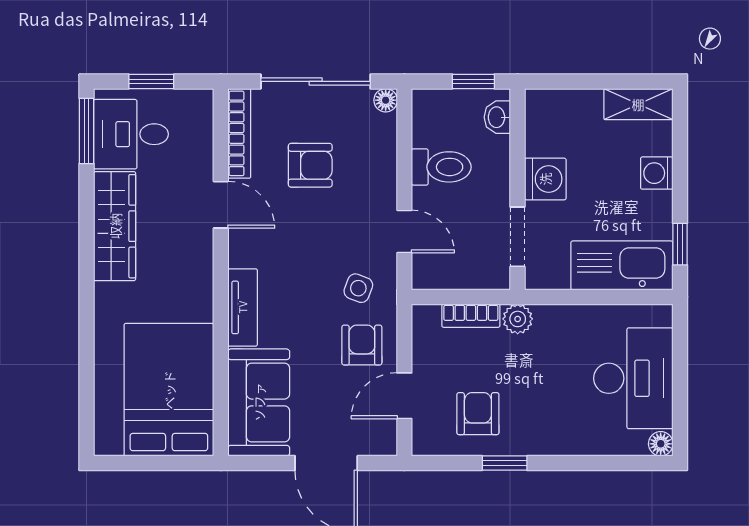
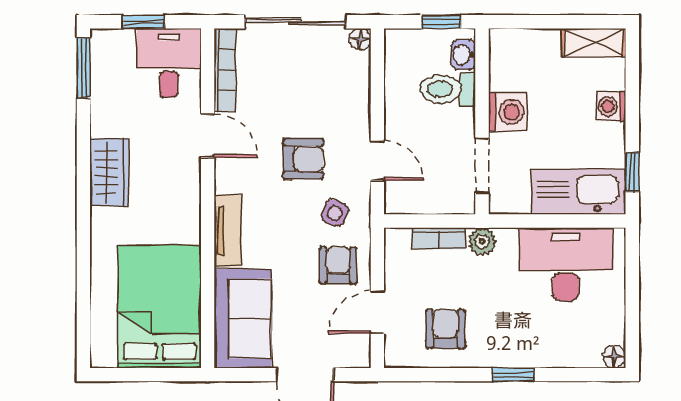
desk: (131, 134) -> (169, 63), moved, turned 90
armchair: (310, 165) -> (303, 159), moved
toilet: (441, 167) -> (448, 89), moved, turned 180
wardrobe: (115, 226) -> (109, 172), width x0.67
desk: (633, 378) -> (566, 264), moved, turned -90
window: (505, 463) -> (514, 375), moved

